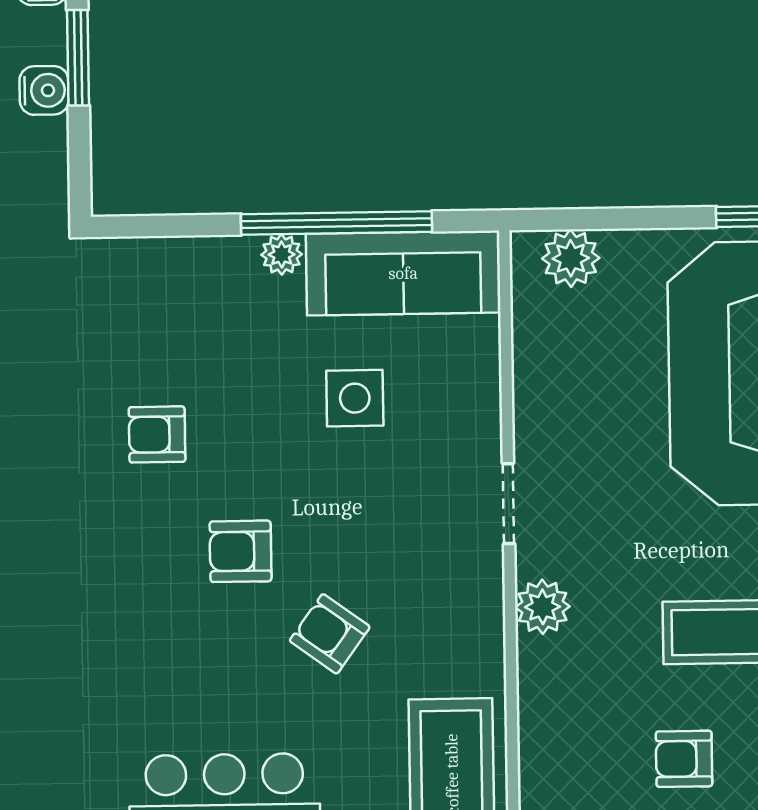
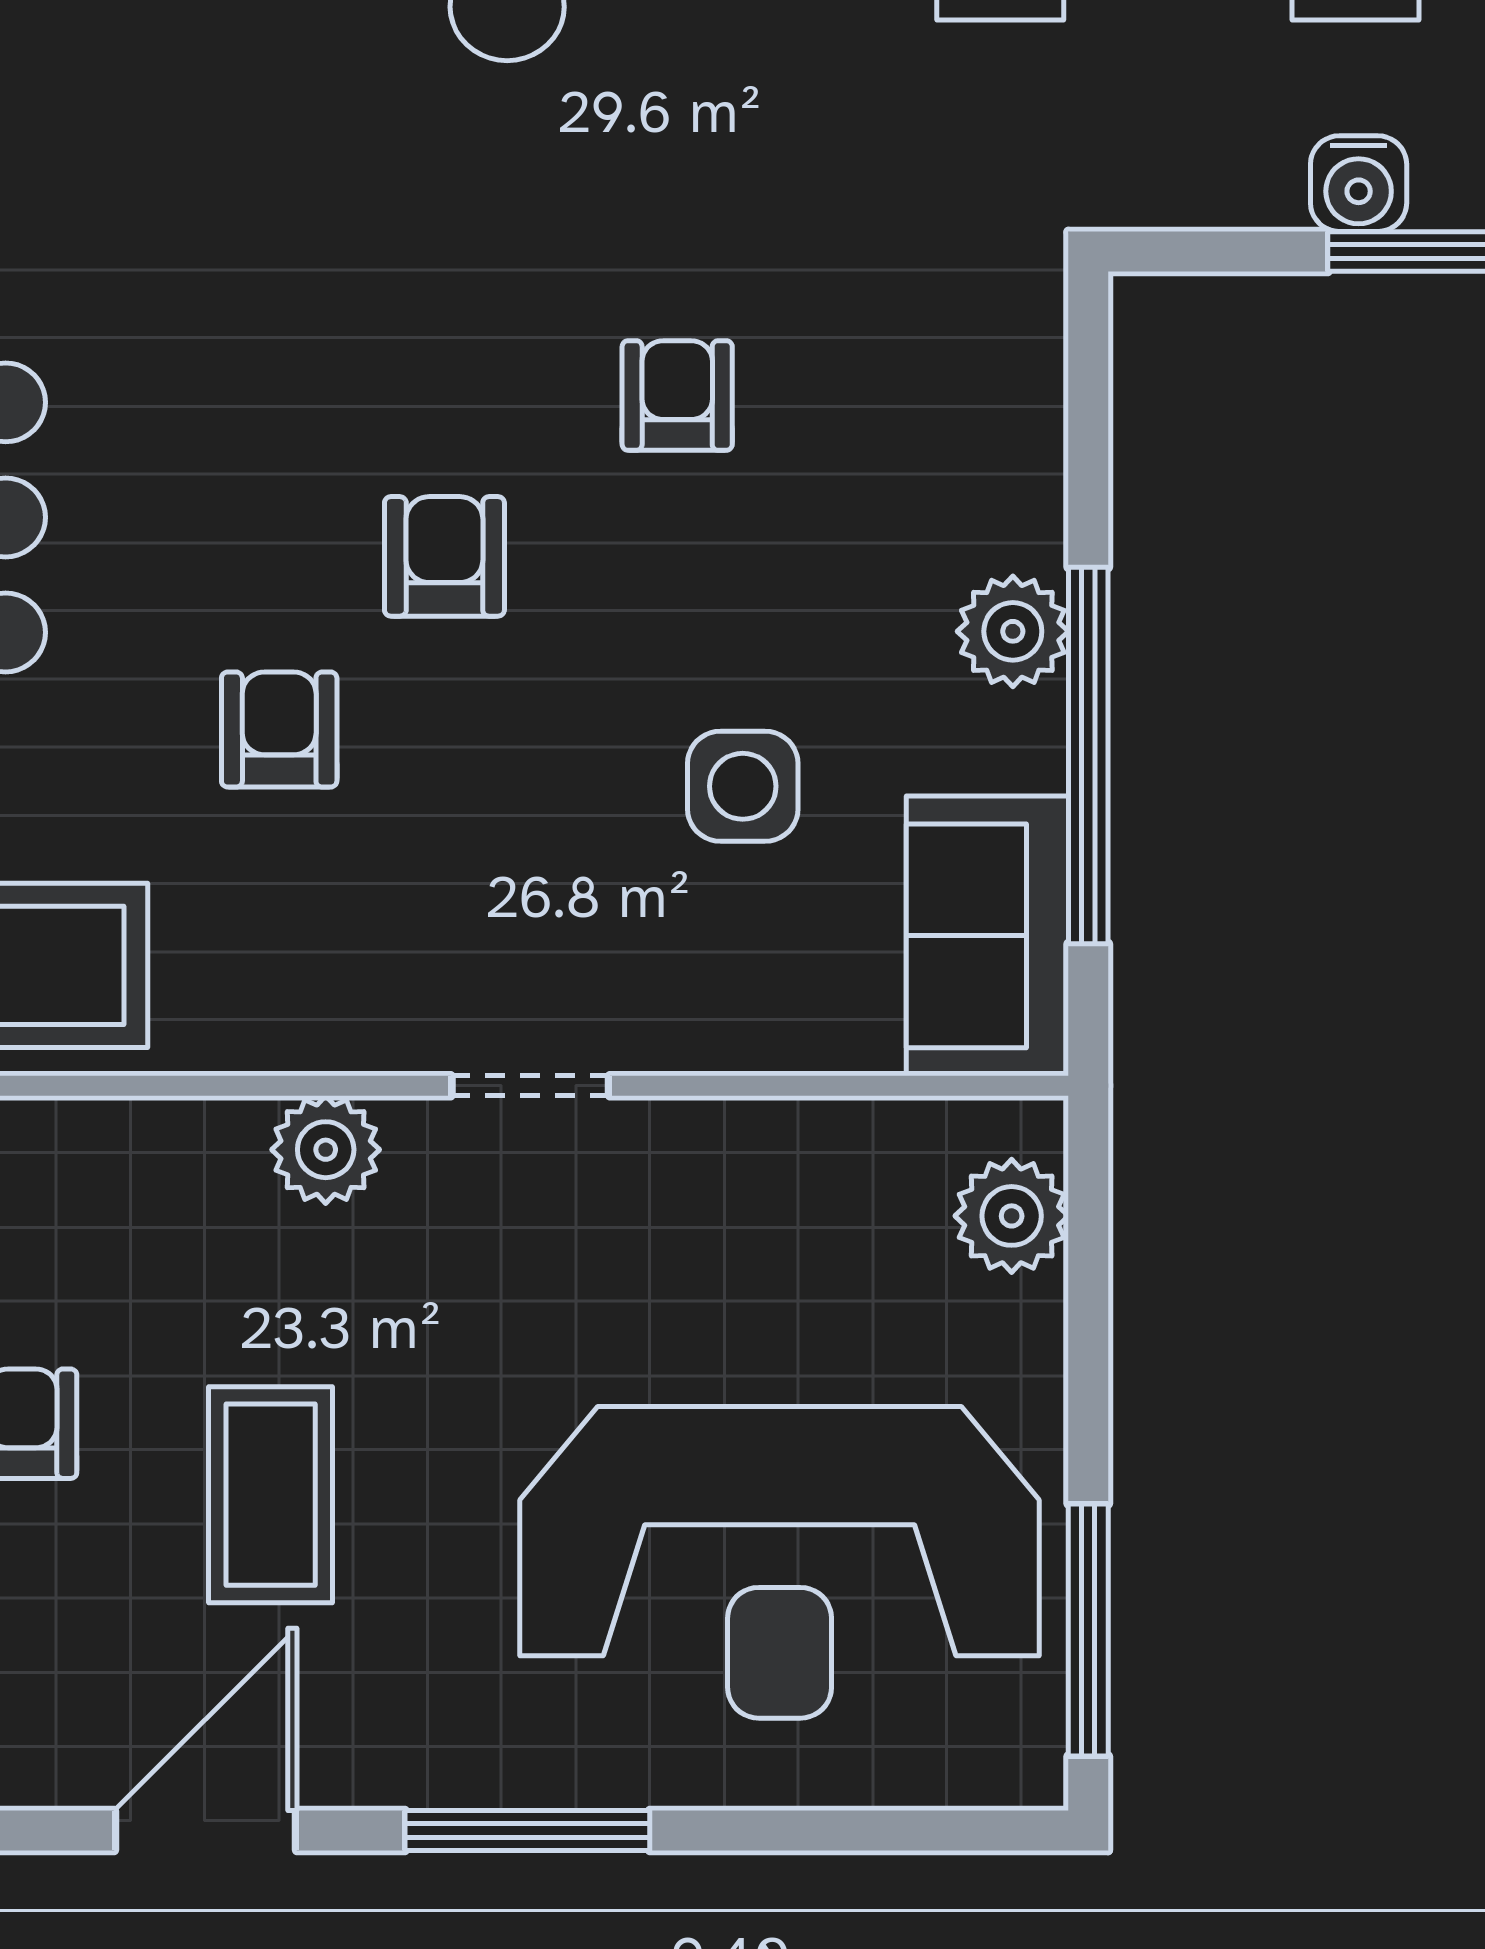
plant: (282, 254) -> (1013, 631), width x1.38, depth x1.38
sofa: (403, 273) -> (987, 936), width x0.73
armchair: (330, 634) -> (279, 730), turned -36

